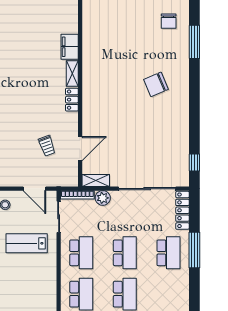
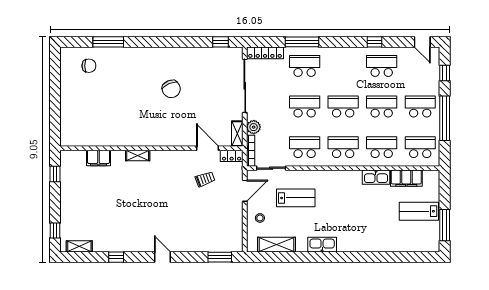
filing cabinet: (70, 47) -> (98, 158), moved
chair: (156, 84) -> (171, 89), moved
locker: (72, 100) -> (232, 156), moved
lab bench: (27, 243) -> (296, 198), turned -90

